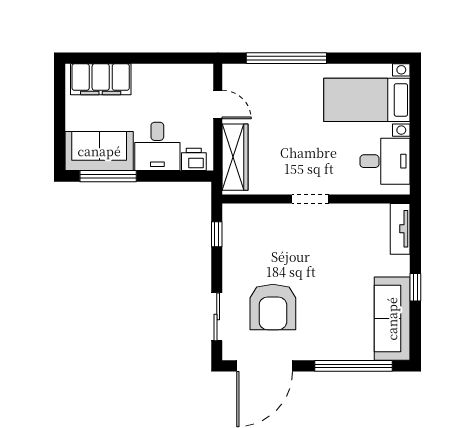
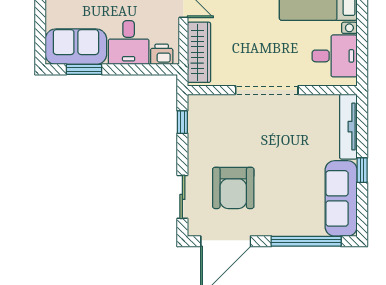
window: (108, 176) -> (84, 69), width x0.69
doorway: (310, 199) -> (267, 90), width x1.87
tv unit: (400, 229) -> (348, 127), width x1.41

